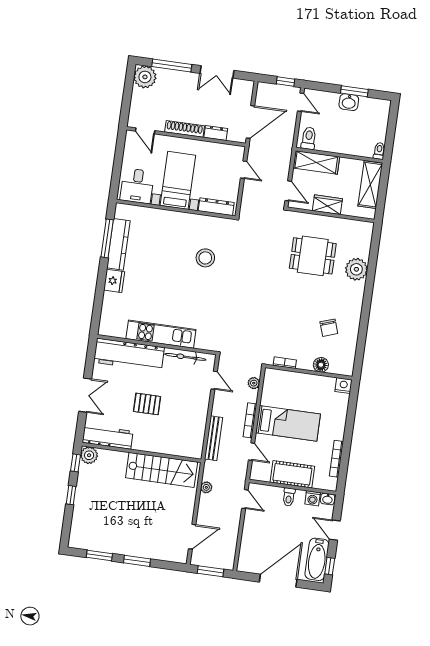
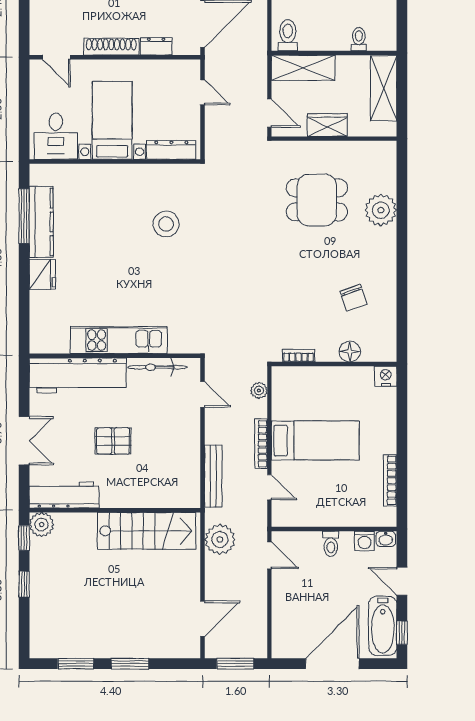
toilet: (379, 151) -> (359, 39), moved
cot: (292, 474) -> (331, 511), removed
plant: (206, 487) -> (220, 539), width x1.87, depth x1.87

